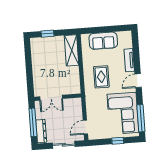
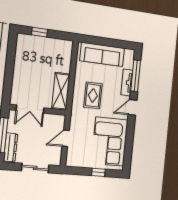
sofa: (103, 41) -> (102, 54), width x1.36
shelving: (72, 50) -> (61, 91), moved
window: (141, 118) -> (136, 76), moved
door: (85, 127) -> (66, 138), moved

